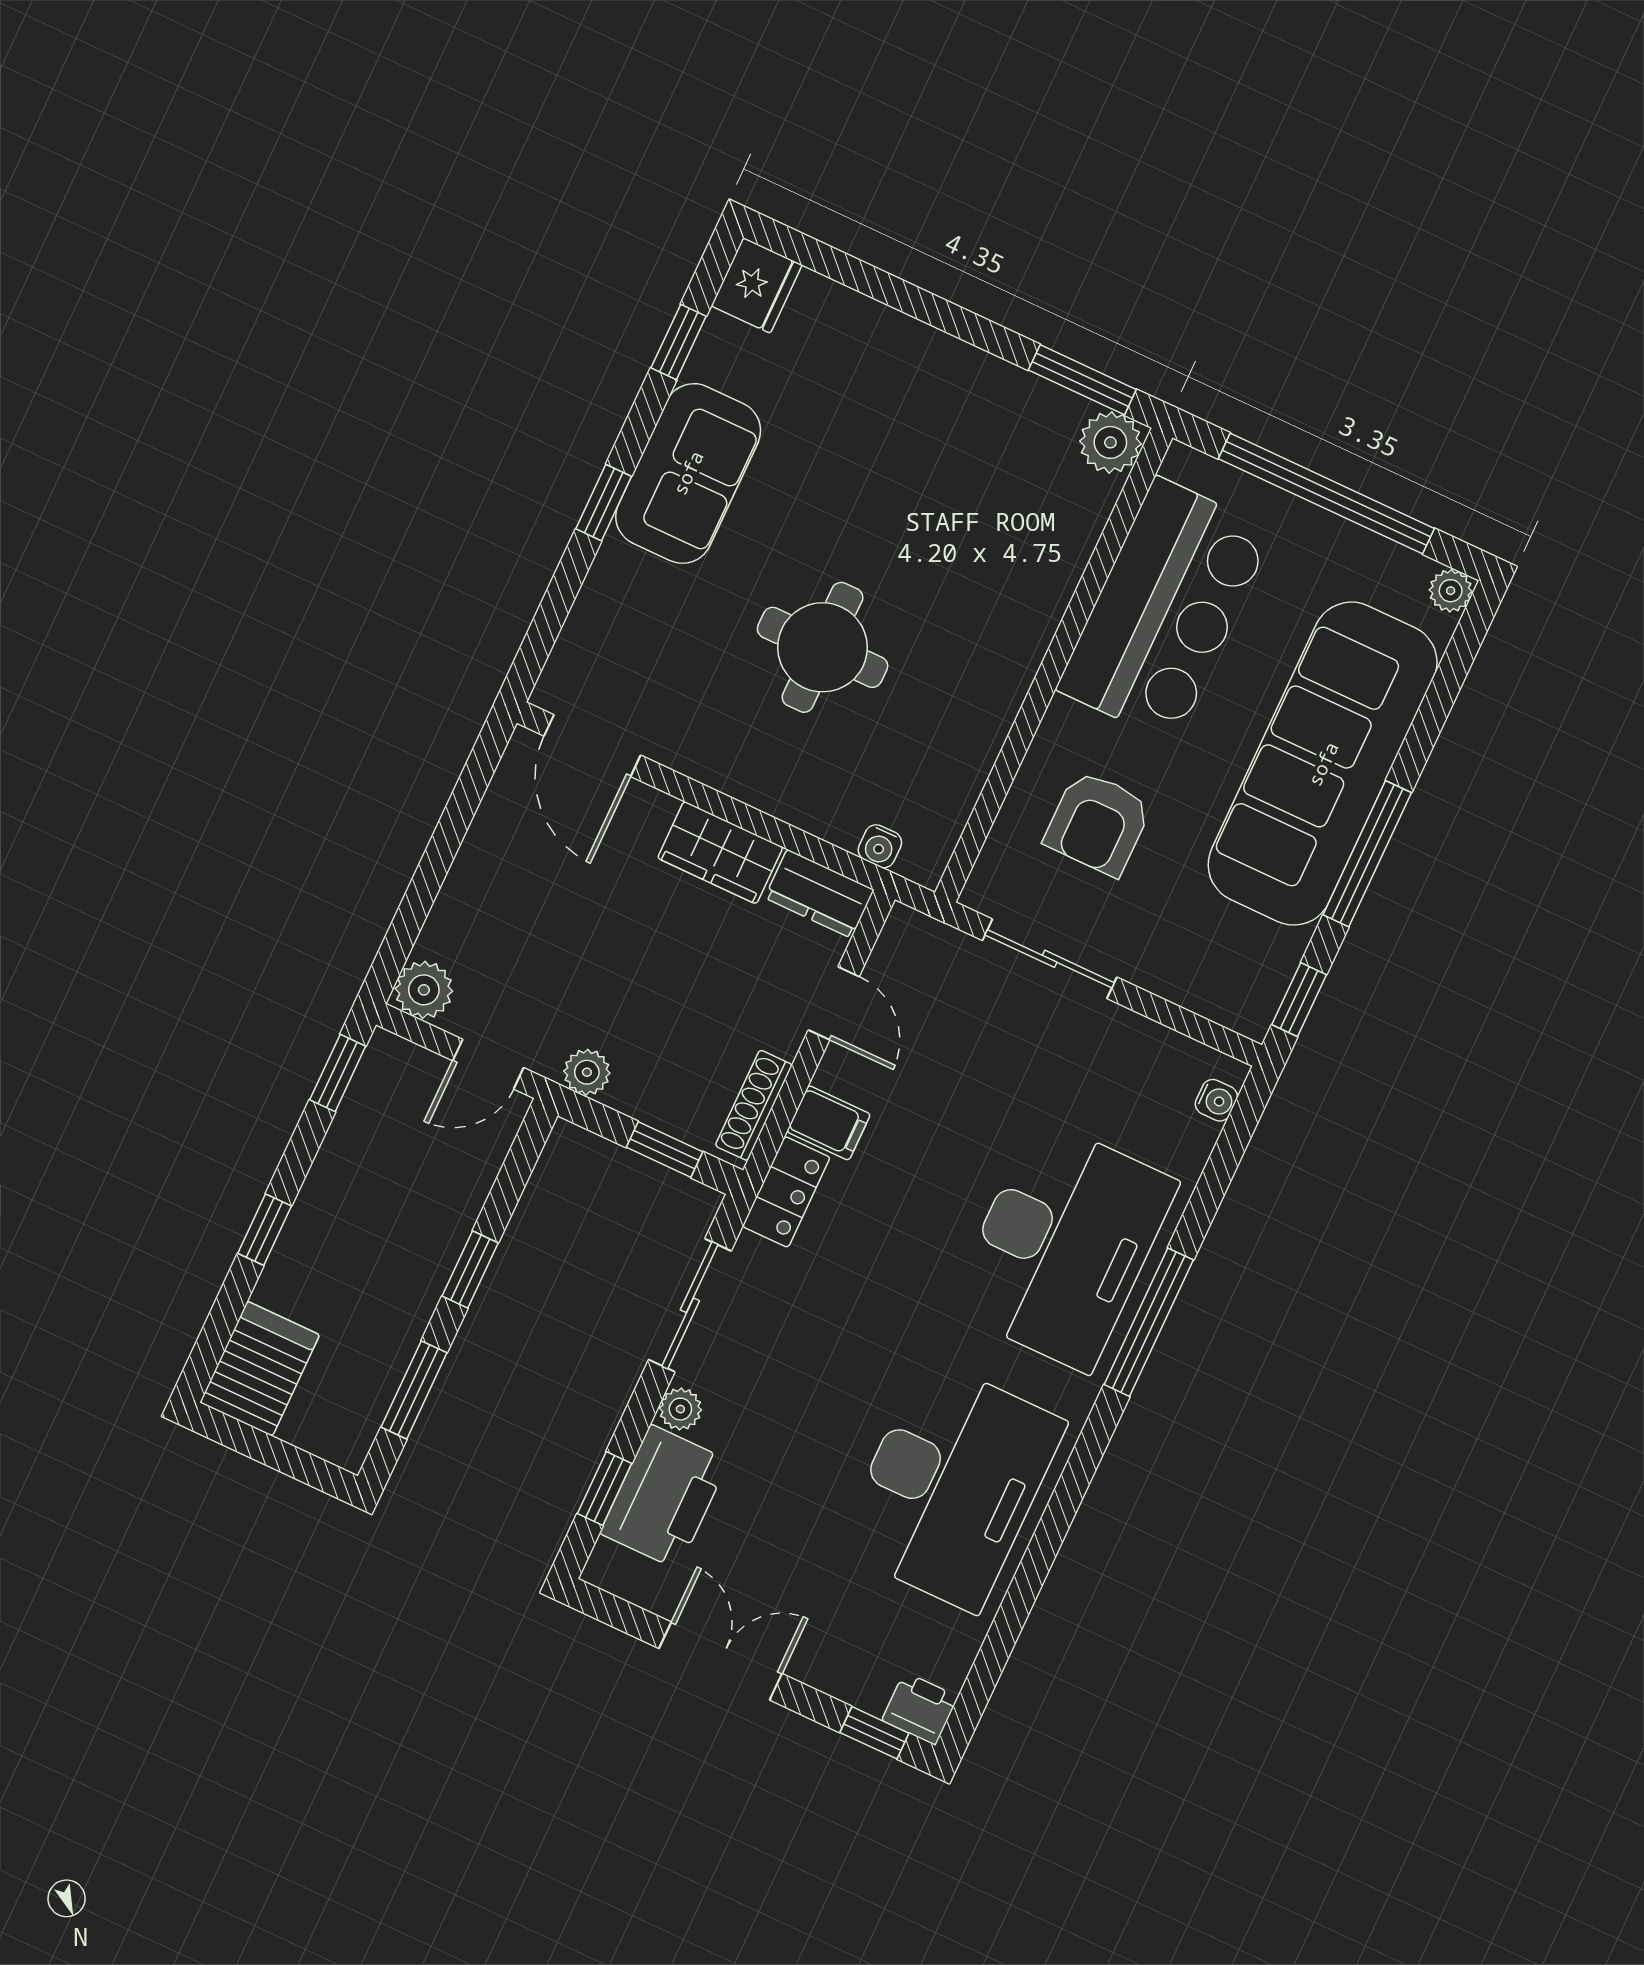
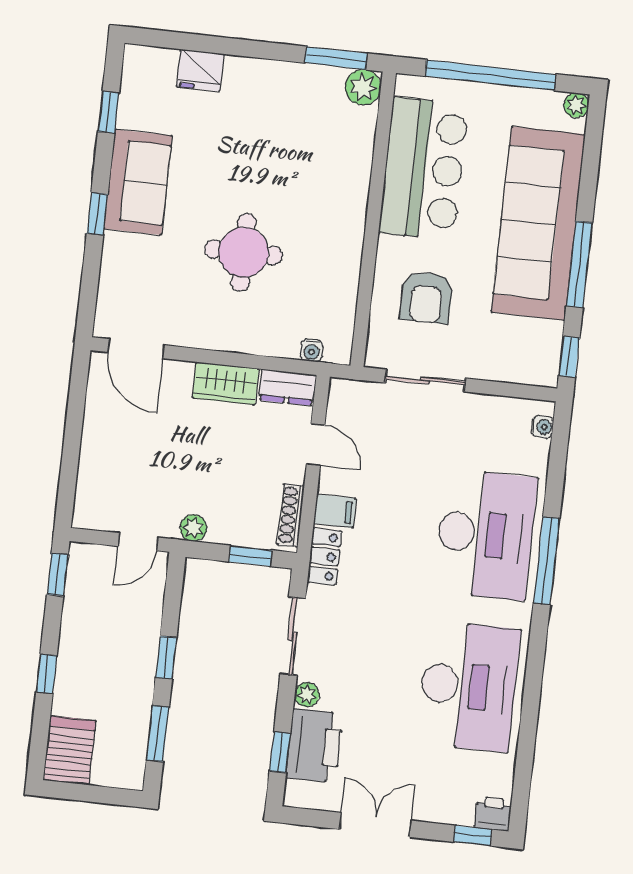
fridge: (757, 285) -> (200, 70), moved, turned 90
plant: (424, 990) -> (89, 513), removed

